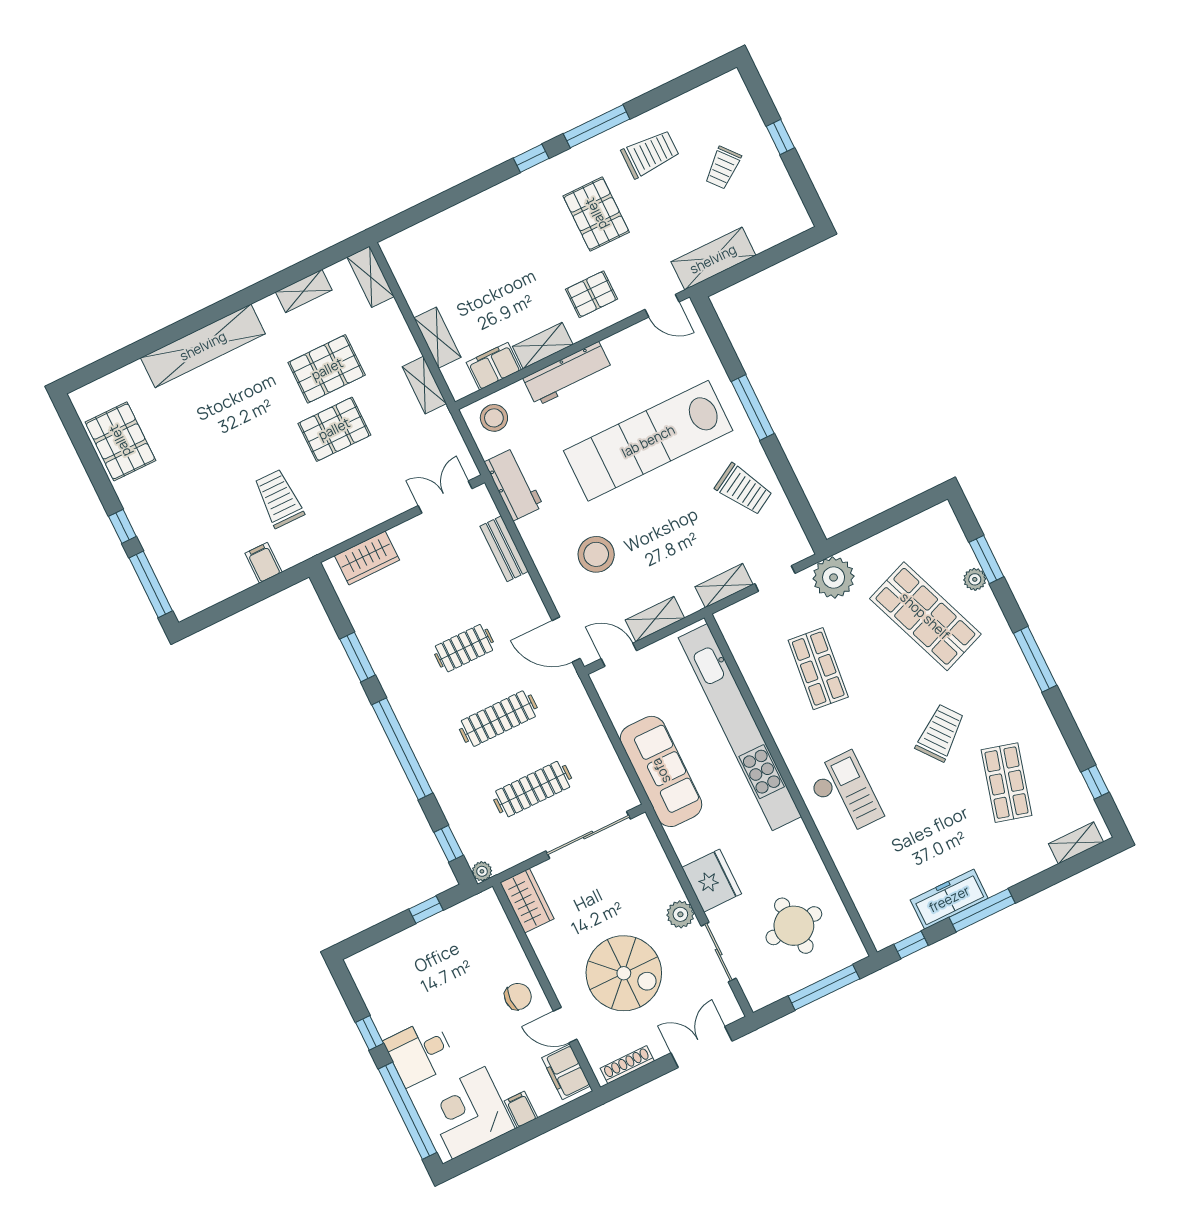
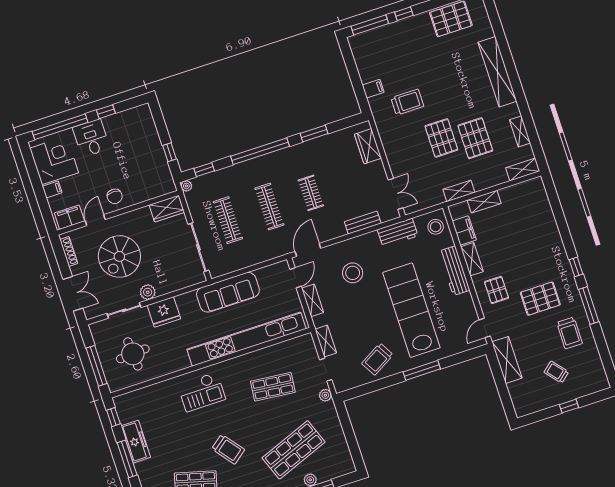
plant: (834, 577) -> (325, 395), width x0.53, depth x0.53

